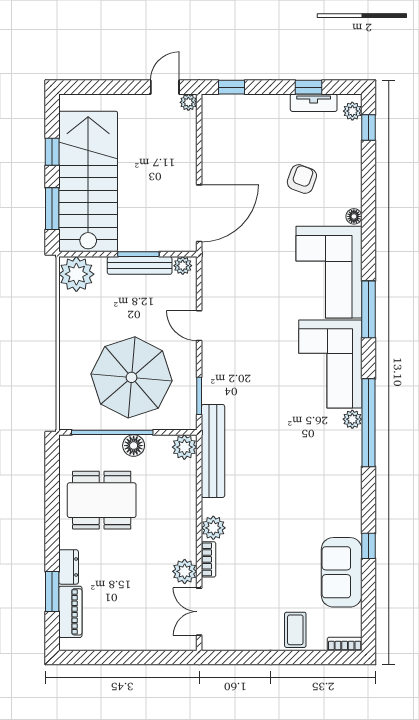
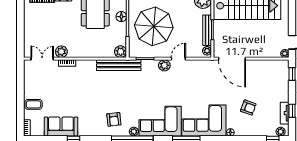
floor lamp: (134, 446) -> (121, 17), moved
armchair: (327, 461) -> (114, 119), added
plant: (213, 528) -> (164, 65), moved

